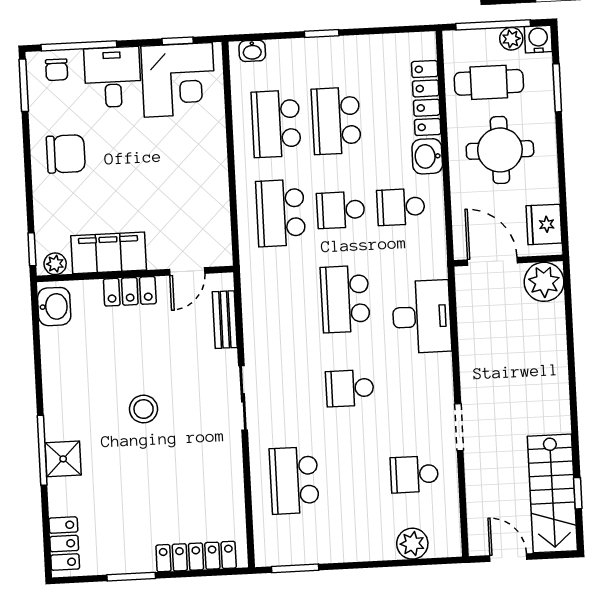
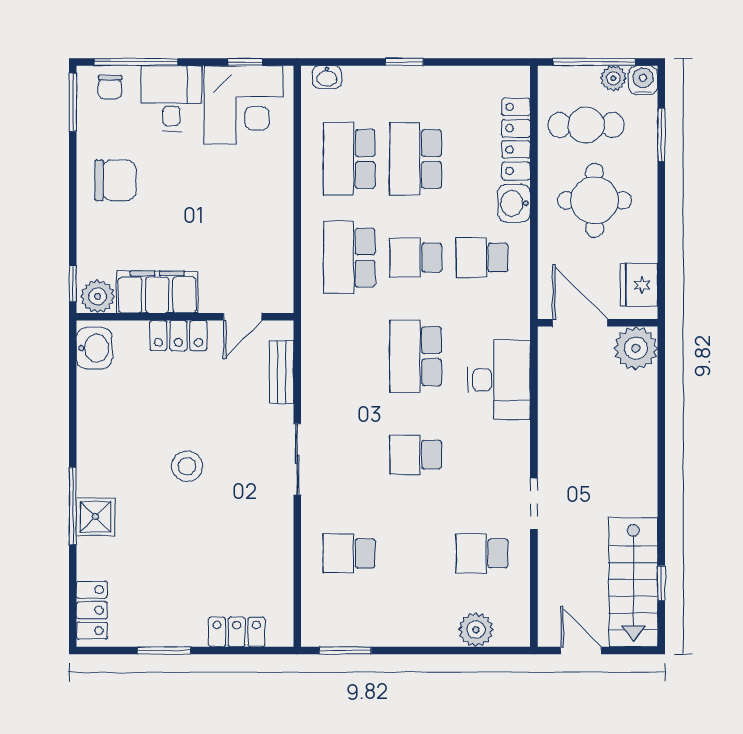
plant: (55, 264) -> (97, 296), width x1.38, depth x1.38
school desk: (294, 480) -> (349, 553), width x0.54
locker: (196, 557) -> (237, 632), width x0.66

